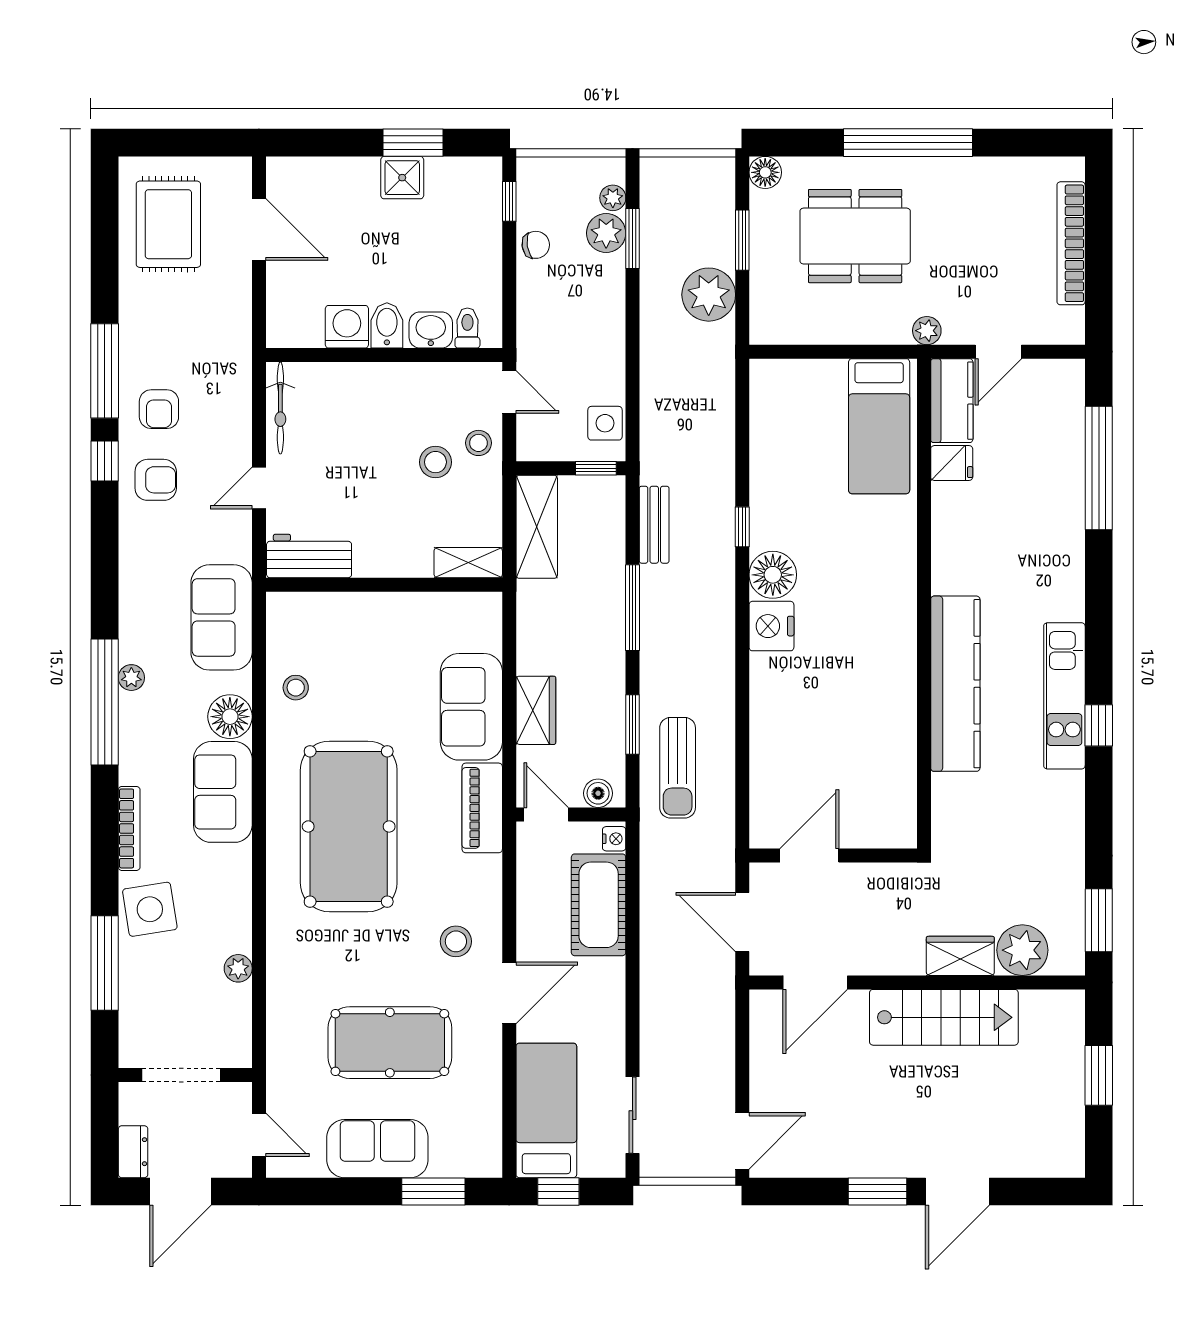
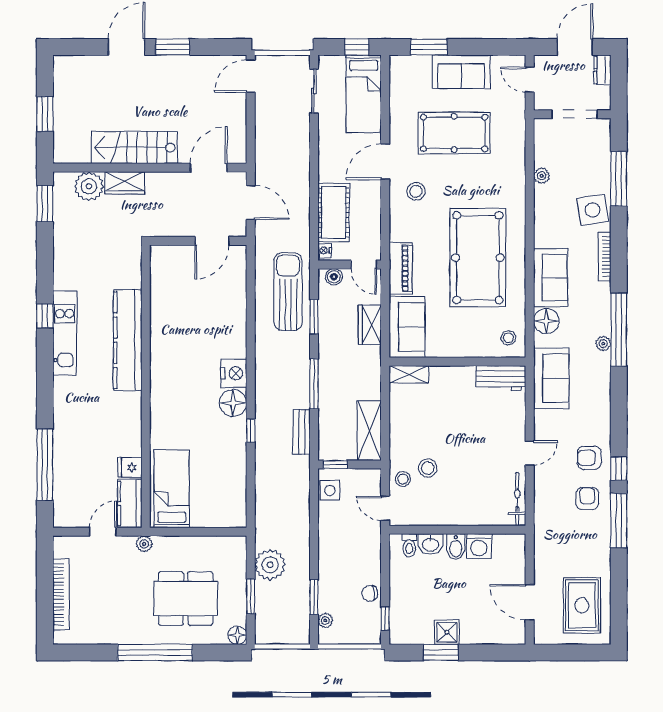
plant: (606, 233) -> (329, 600), removed
workbench: (309, 556) -> (501, 378), moved
shelving: (468, 563) -> (409, 374), moved
wall: (384, 585) -> (457, 362), moved
sun lounger: (678, 768) -> (288, 292), width x1.36, depth x1.34

